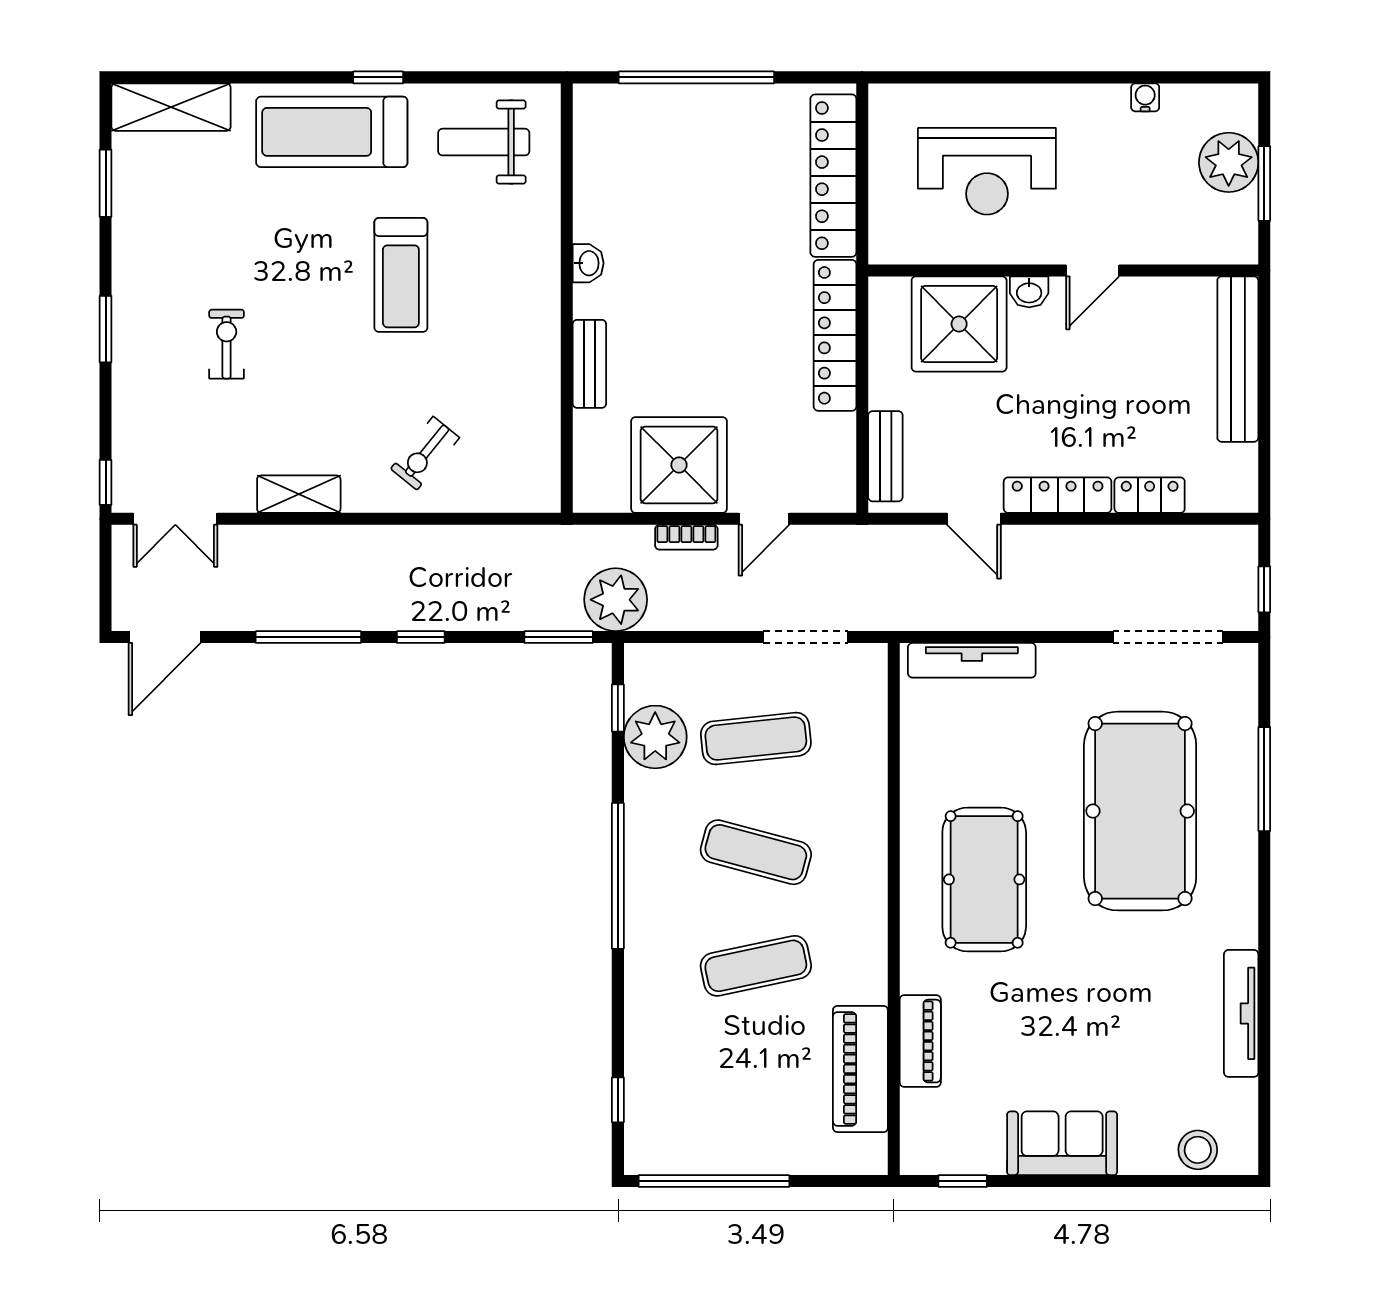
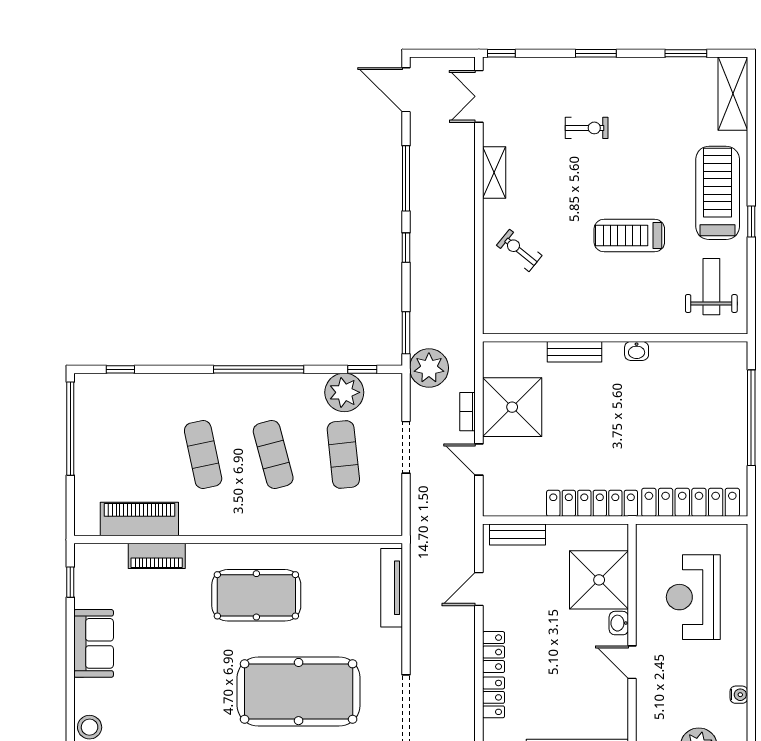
locker: (1058, 495) -> (494, 652), width x0.66
doorway: (805, 637) -> (406, 447), moved
exercise mat: (756, 852) -> (273, 454), turned -30

